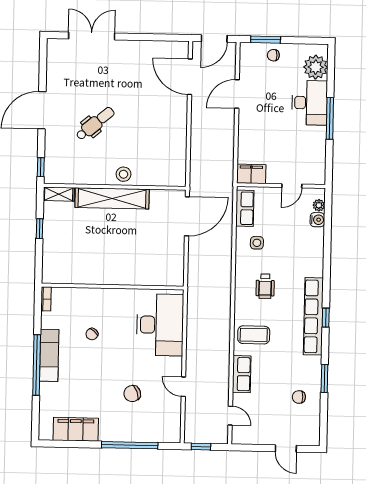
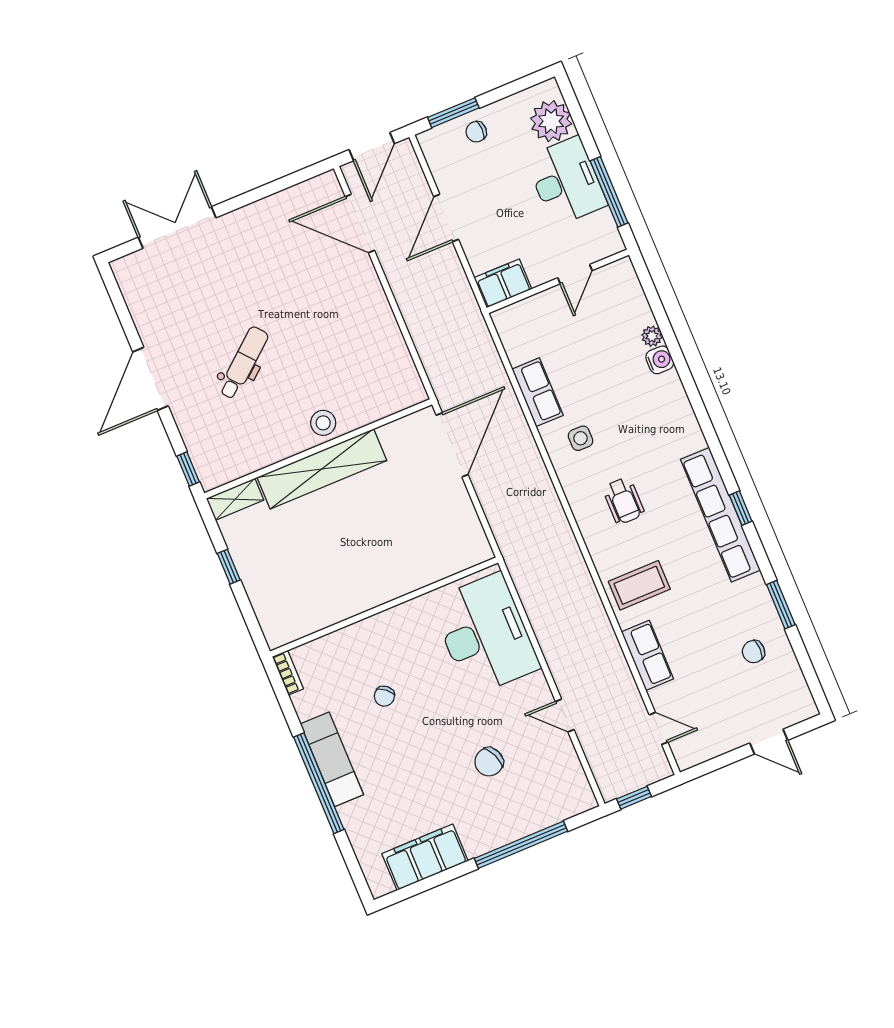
filing cabinet: (251, 174) -> (503, 283), moved
wall: (281, 186) -> (558, 281), moved
door: (292, 186) -> (575, 274), moved

